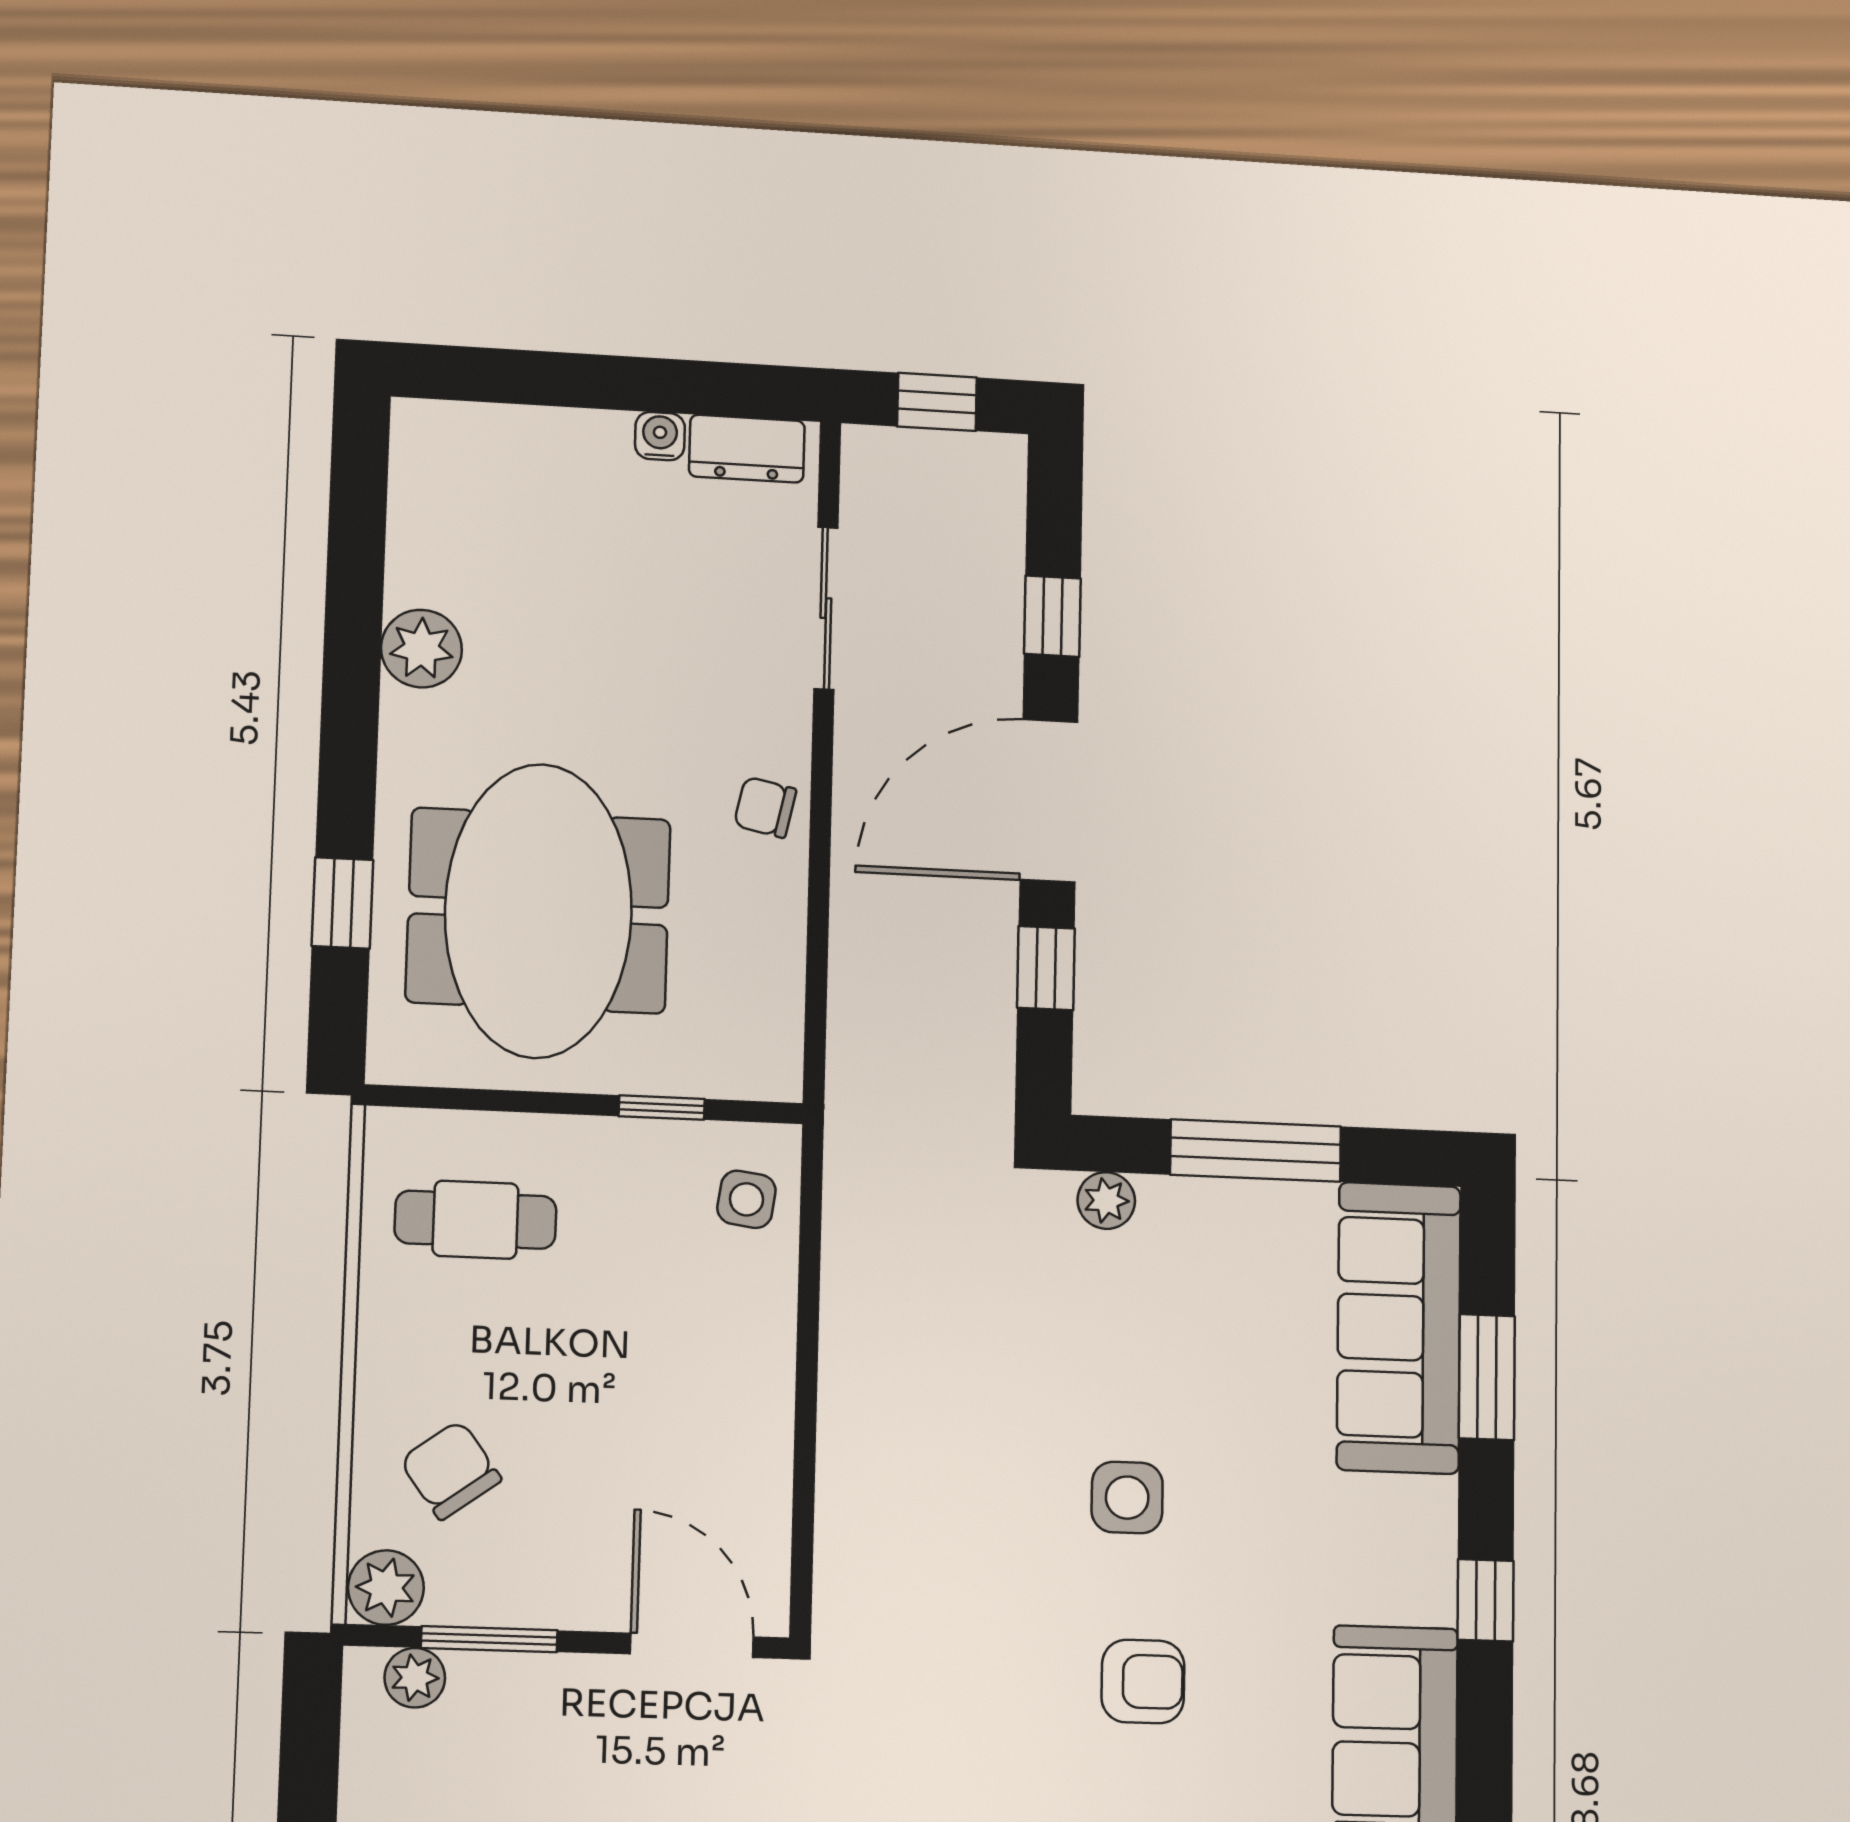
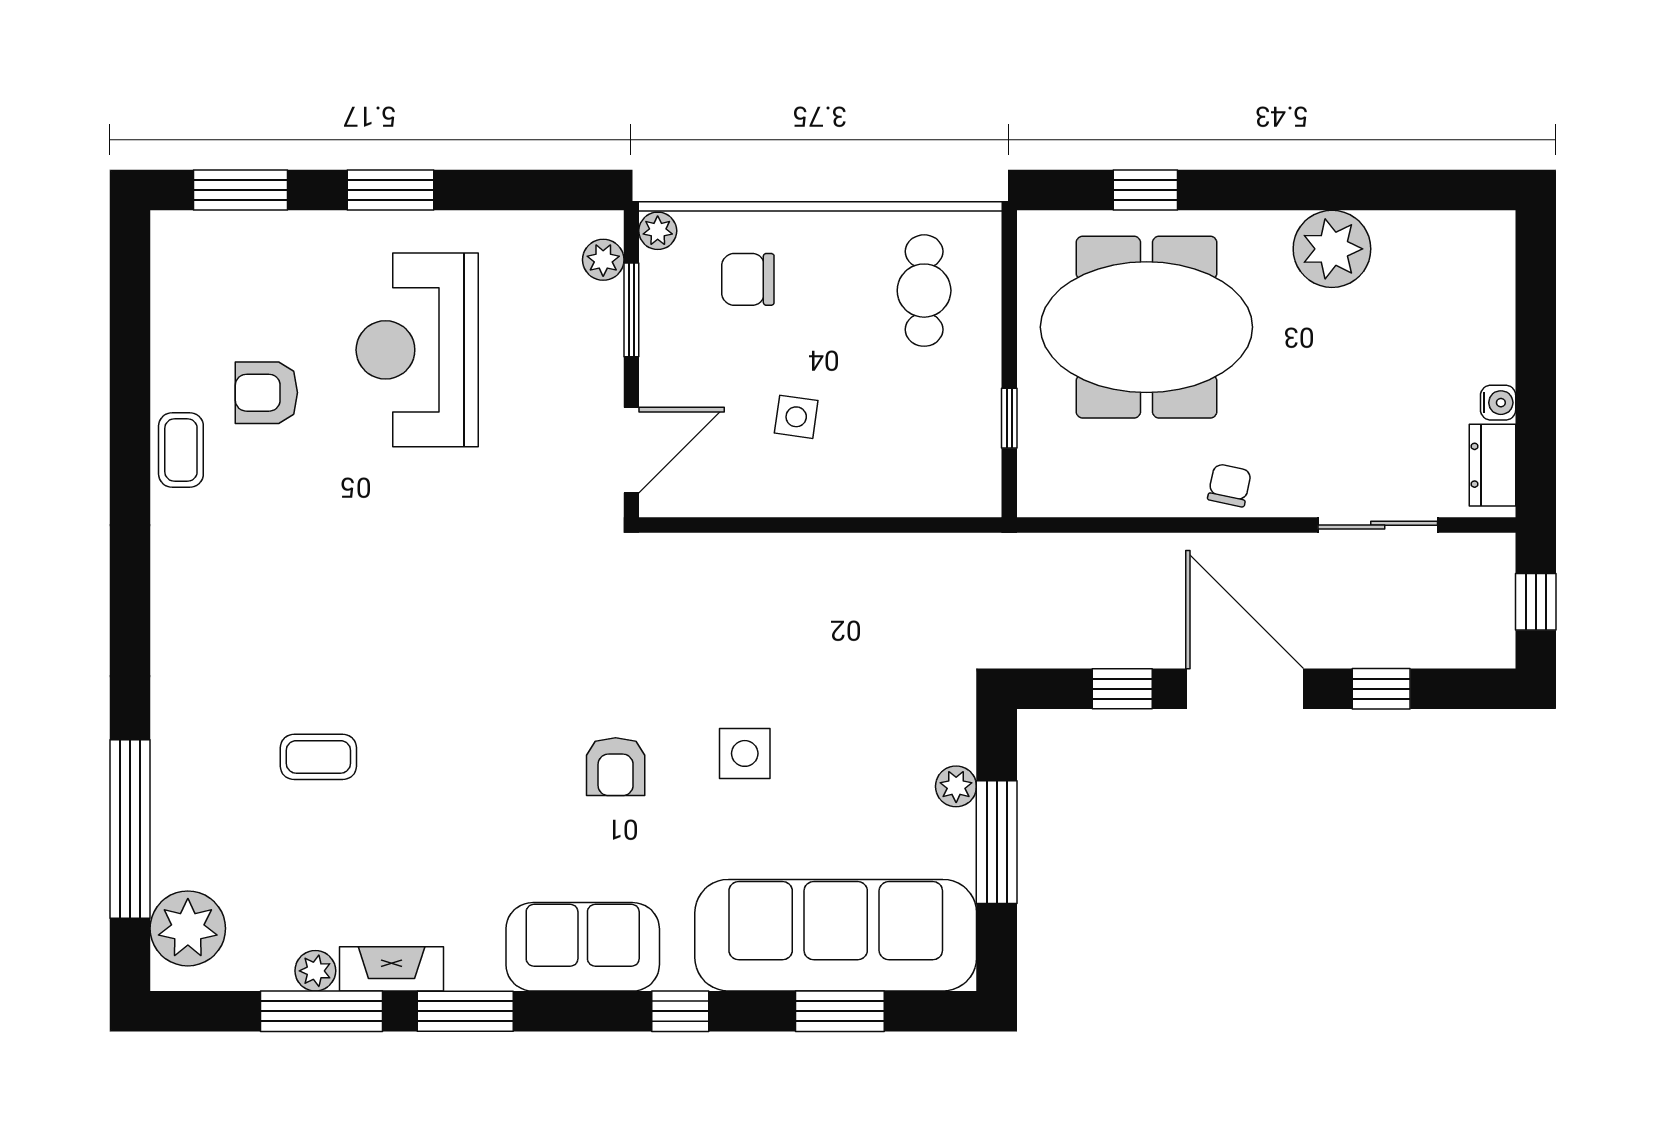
plant: (421, 649) -> (1332, 249), width x1.36, depth x1.36
side table: (746, 1199) -> (796, 417), moved
plant: (1106, 1201) -> (956, 786), moved
sofa: (1399, 1328) -> (836, 935), width x1.36, depth x1.27
chair: (451, 1470) -> (748, 279), turned -144
plant: (386, 1588) -> (658, 231), width x0.73, depth x0.73

